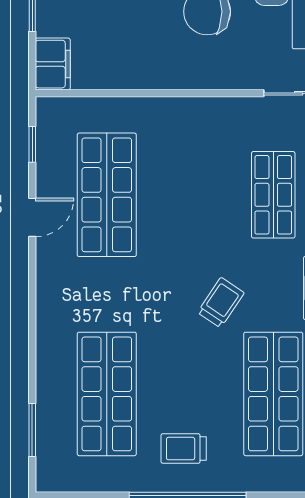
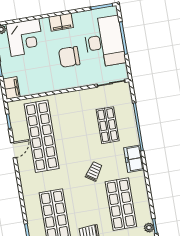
shop shelf: (107, 195) -> (42, 136), width x1.40

